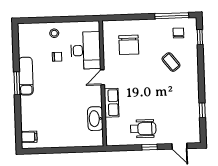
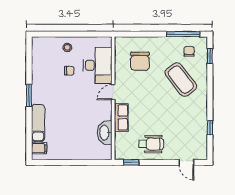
coffee table: (171, 62) -> (181, 80), width x1.86, depth x1.72
exam couch: (26, 76) -> (38, 123), moved
window: (150, 147) -> (131, 162), moved

